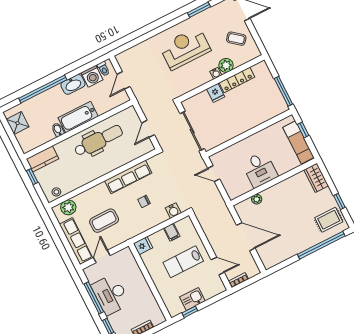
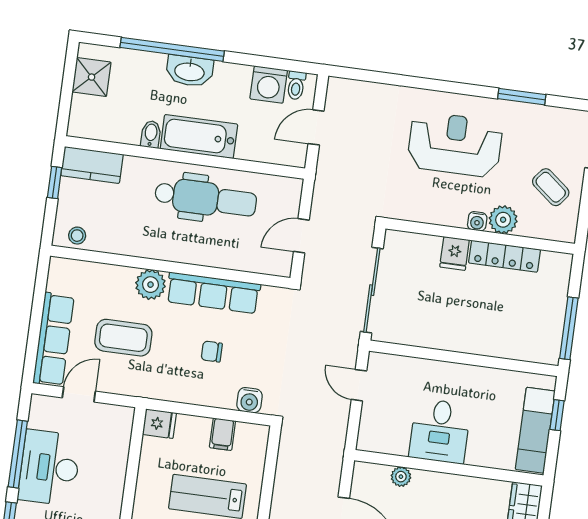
washbasin: (73, 84) -> (190, 71), moved
plant: (68, 207) -> (151, 285), moved

